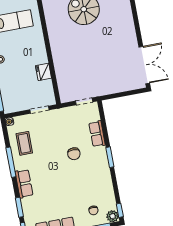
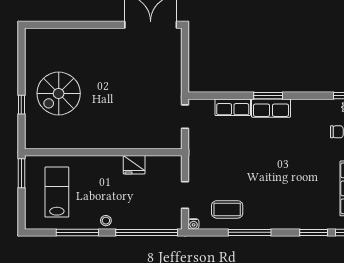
doorway: (39, 110) -> (185, 195), moved
chair: (74, 154) -> (254, 144), removed
row of seats: (24, 184) -> (271, 108), moved, turned 180

